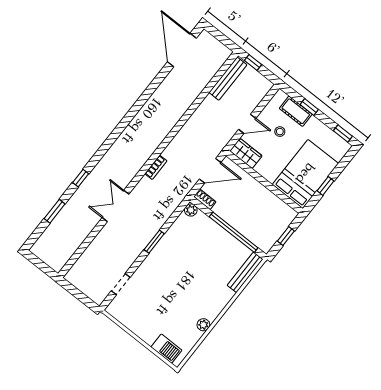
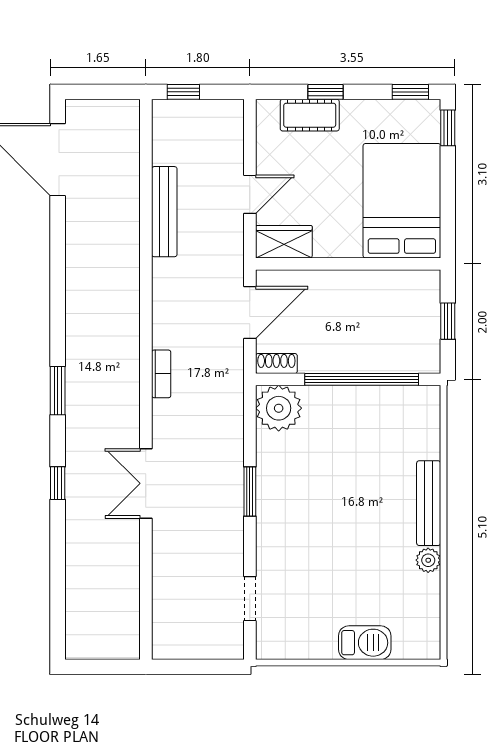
bench: (228, 79) -> (164, 212), moved
stool: (280, 132) -> (310, 166), removed
window: (326, 186) -> (448, 128), moved
plant: (191, 210) -> (279, 408), width x1.87, depth x1.87
window: (55, 211) -> (58, 391), moved
bench: (245, 272) -> (429, 503), moved
barbecue: (166, 349) -> (365, 643), moved

